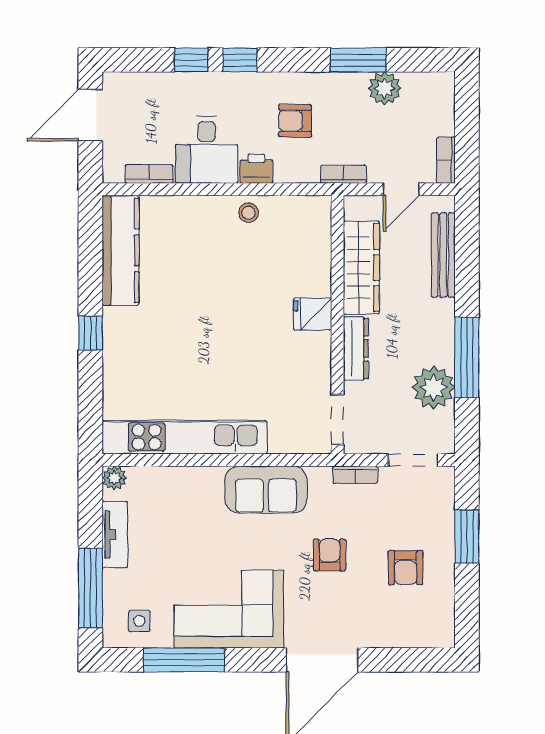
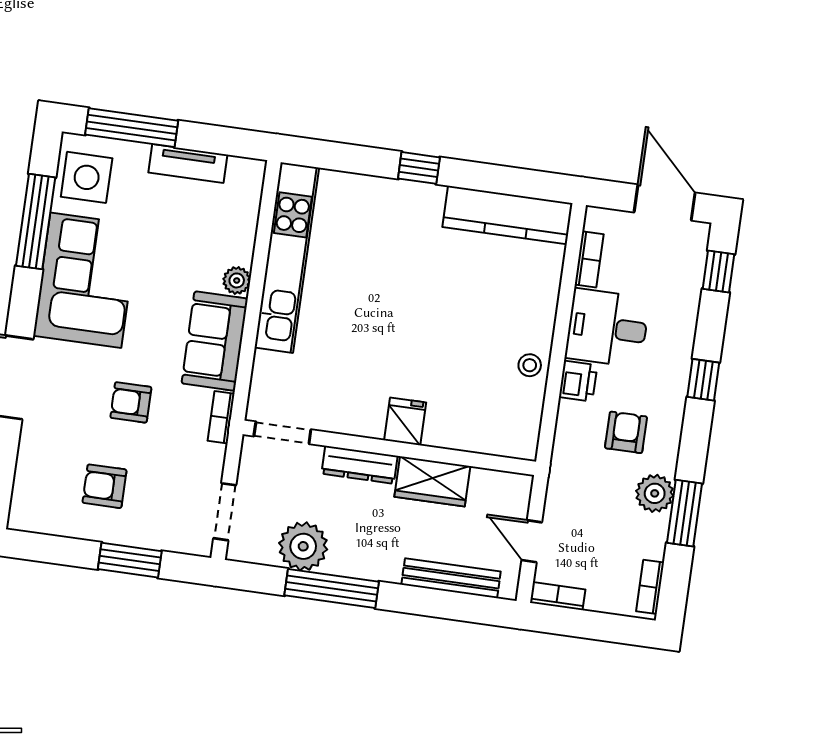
window: (191, 60) -> (718, 271), moved
plant: (385, 88) -> (655, 493), moved
bookcase: (344, 174) -> (650, 587), moved, turned 180
wardrobe: (361, 268) -> (432, 481), width x0.67
bookcase: (355, 475) -> (221, 417), moved
plant: (114, 478) -> (237, 280), moved
armchair: (330, 555) -> (131, 402), turned 180
side table: (139, 621) -> (87, 177), width x1.87, depth x1.87

